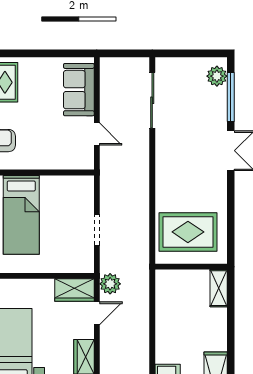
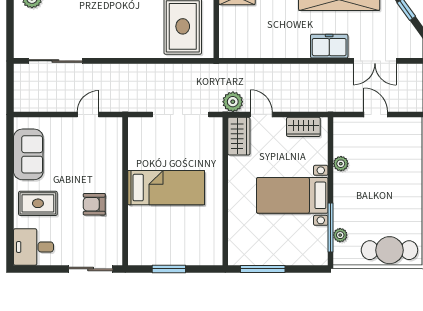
sofa: (79, 90) -> (28, 154), moved, turned -90
doorway: (97, 230) -> (181, 114), width x1.88

